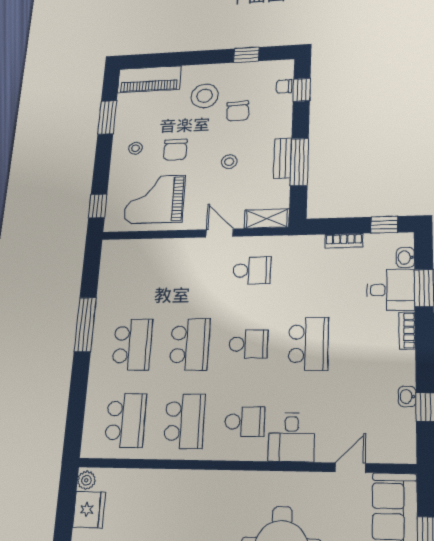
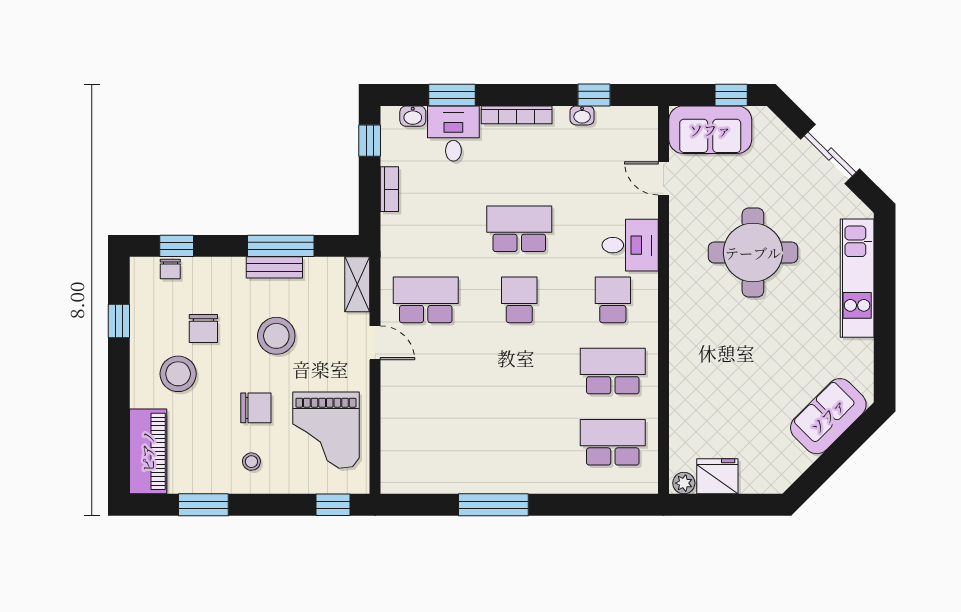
chair: (238, 111) -> (203, 328), turned 93
stool: (229, 162) -> (276, 336), width x1.89, depth x1.89
door: (220, 233) -> (375, 343), swing flipped
school desk: (252, 270) -> (426, 300), width x1.85
bookcase: (407, 331) -> (517, 115), width x1.56
school desk: (190, 344) -> (519, 371), removed
school desk: (132, 345) -> (519, 442), removed

